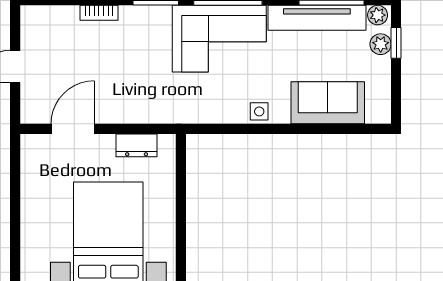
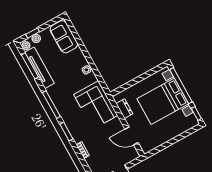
corner sofa: (219, 39) -> (96, 105), moved, turned 180
sofa: (328, 103) -> (64, 37), moved

